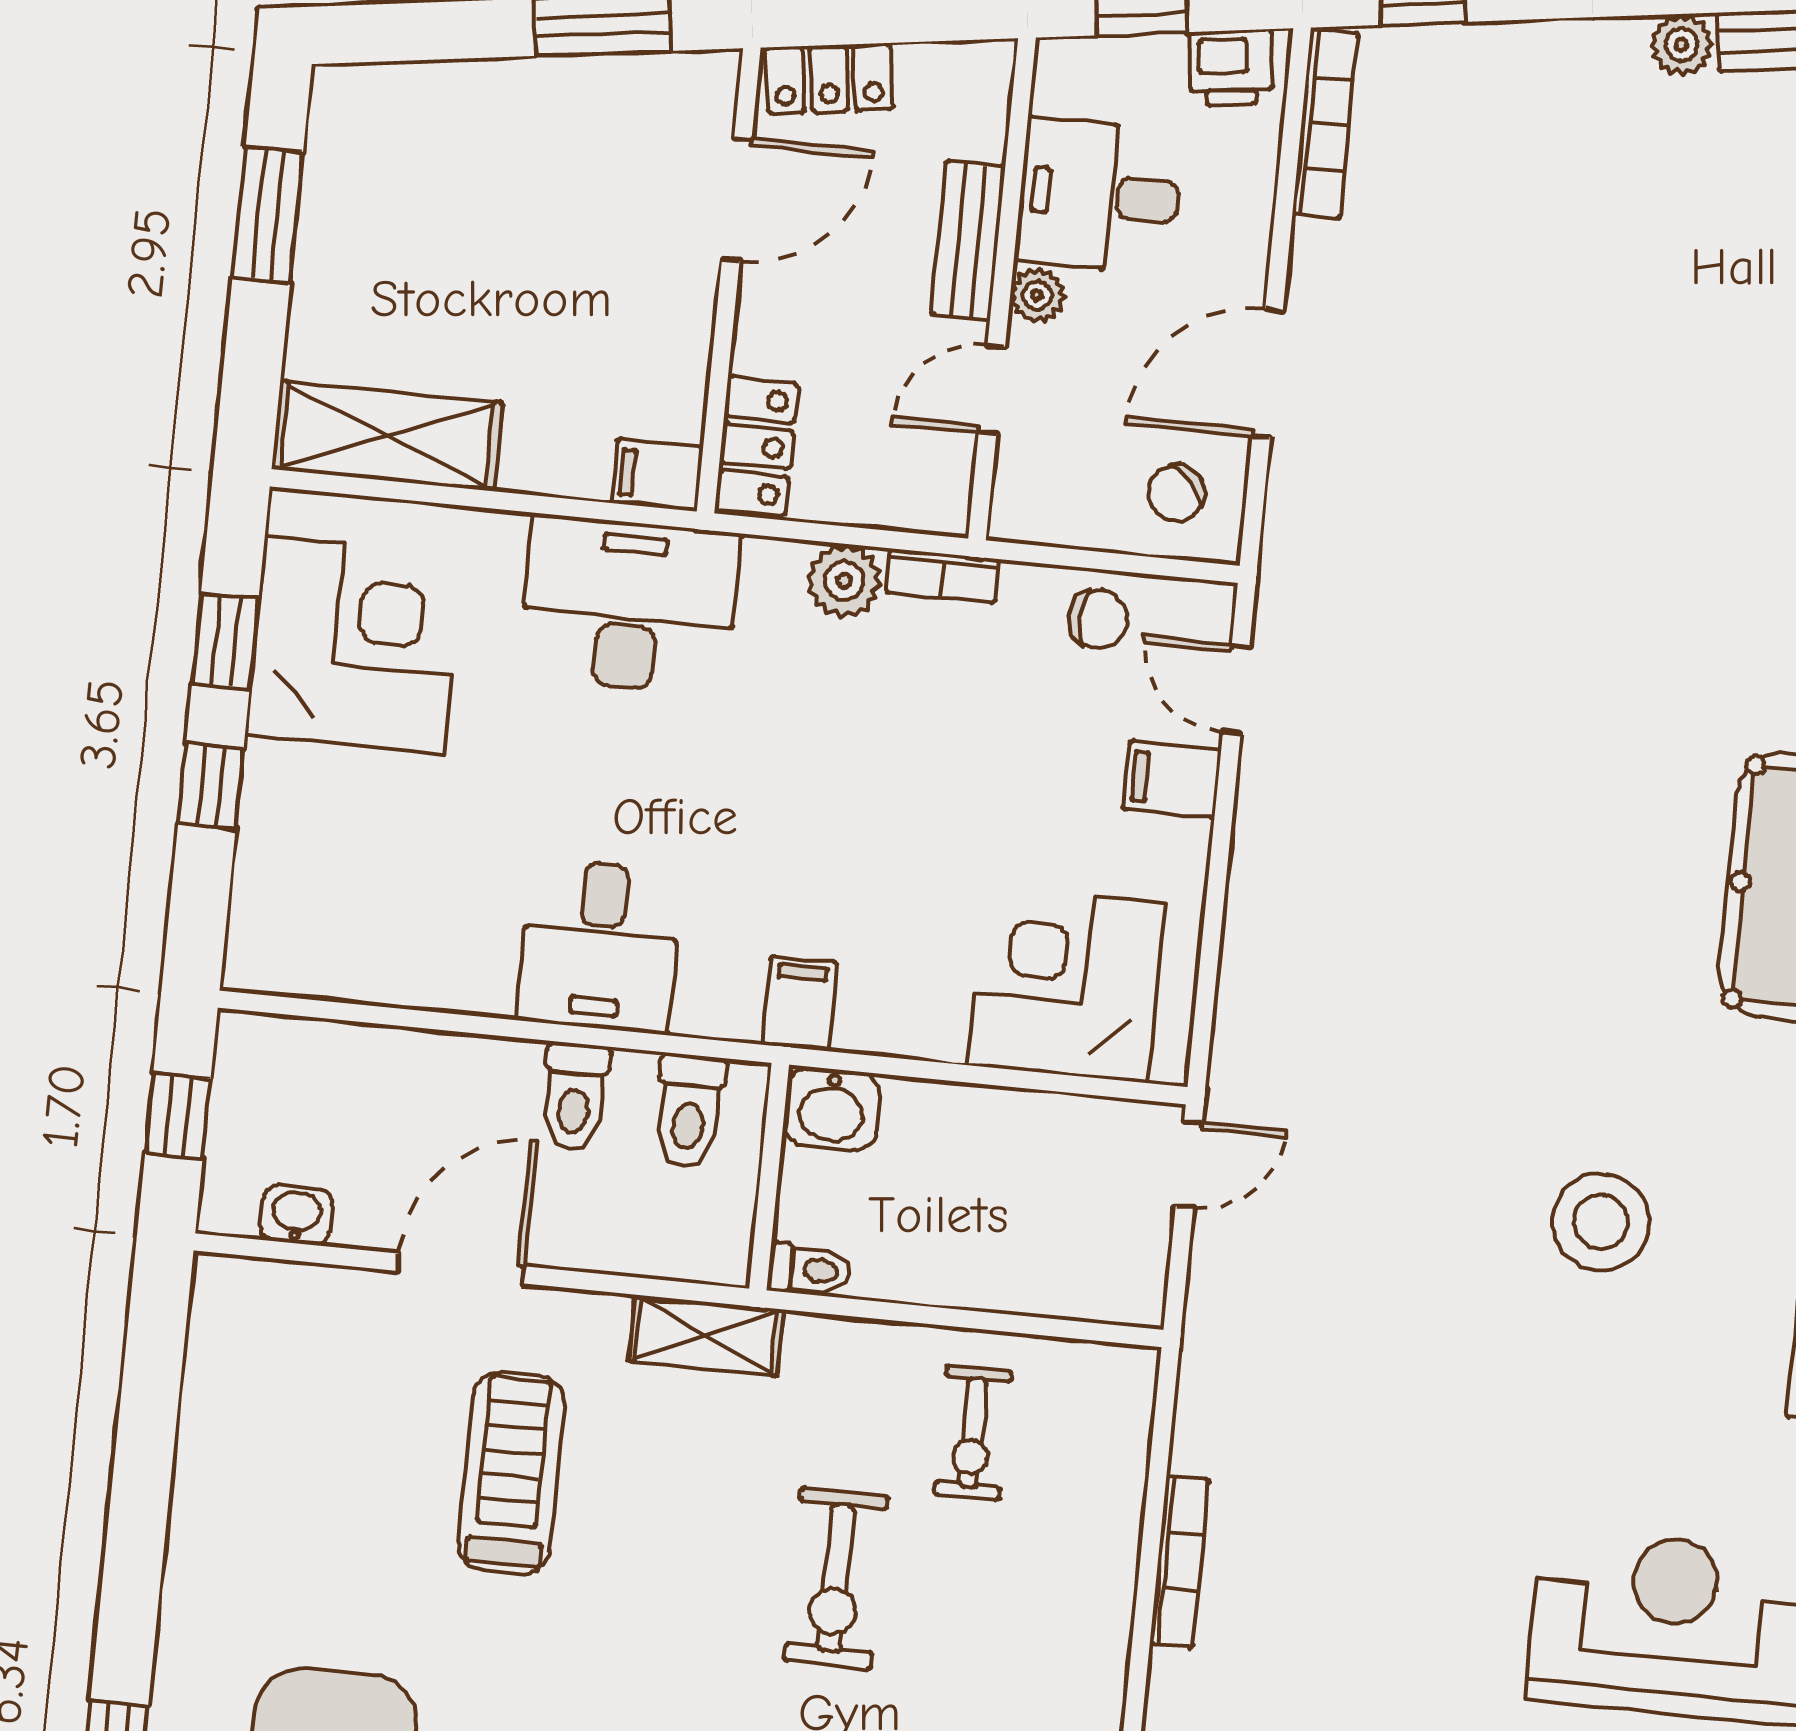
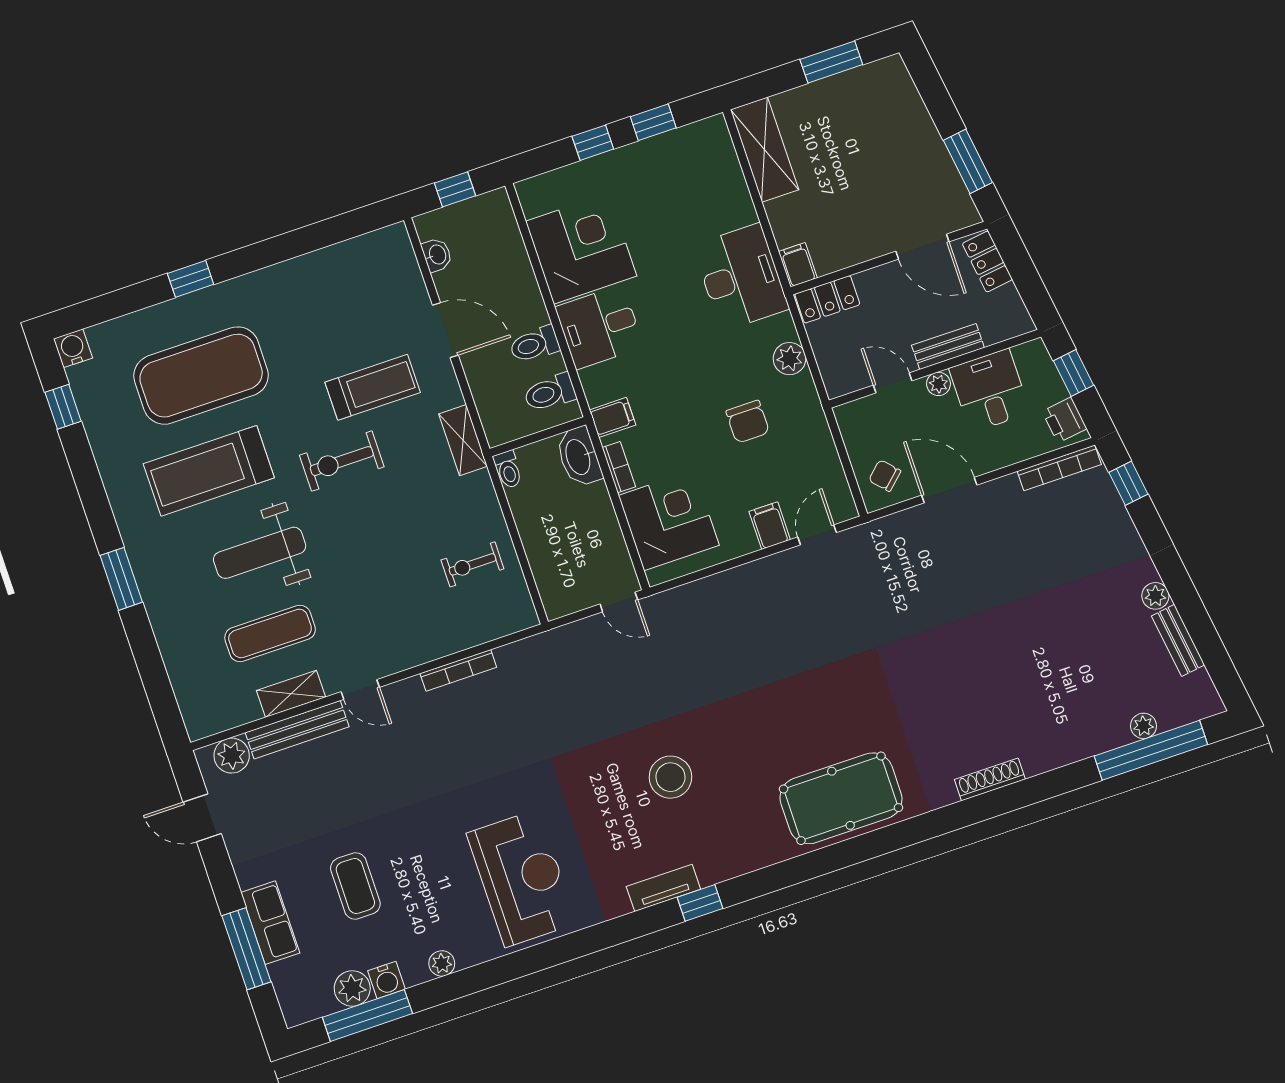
bookcase: (943, 575) -> (619, 467), moved, turned 180
chair: (1098, 619) -> (748, 422), moved, width x1.37, depth x1.37
corner desk: (355, 645) -> (581, 249), moved, turned -90
washbasin: (832, 1109) -> (579, 457), width x1.38
exercise bike: (836, 1578) -> (342, 461), moved

